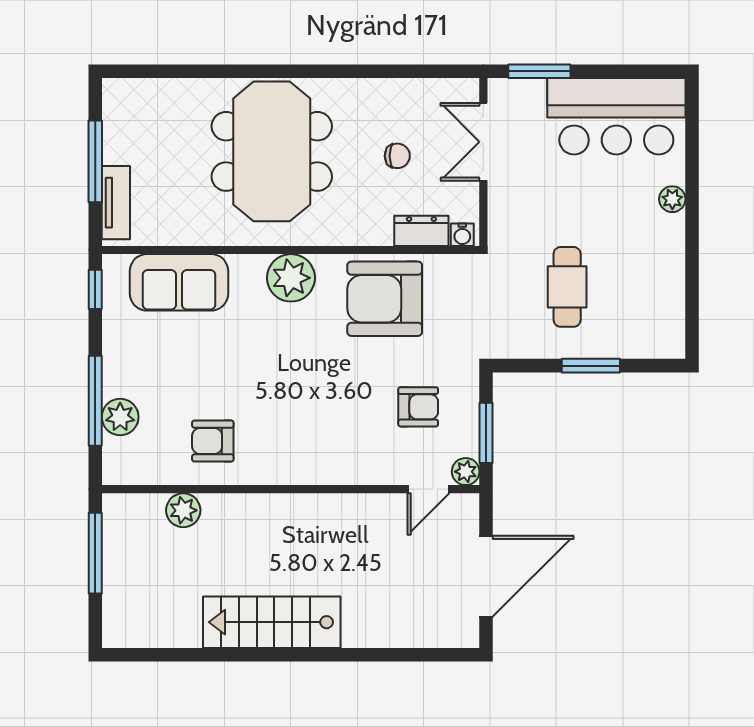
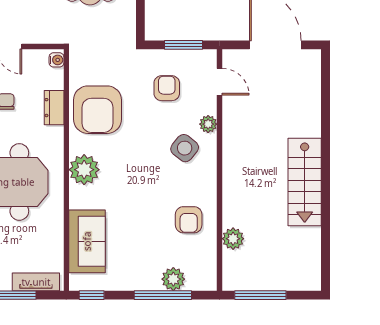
dresser: (421, 231) -> (54, 108), moved
side table: (325, 435) -> (185, 148), added
plant: (466, 472) -> (208, 124), moved

